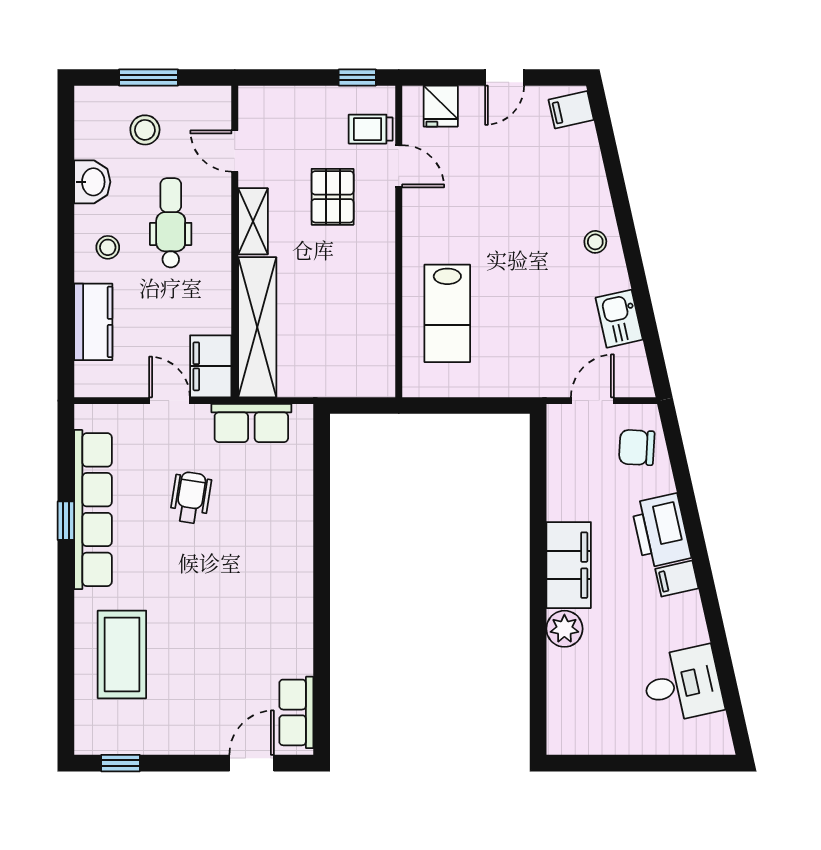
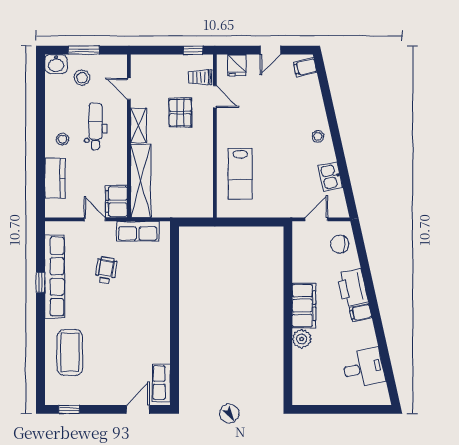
washbasin: (92, 182) -> (56, 64), moved, turned 90

